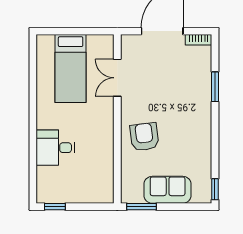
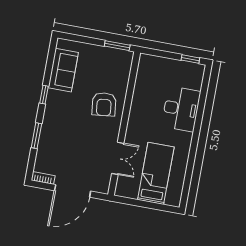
desk: (55, 148) -> (181, 109), width x1.37
window: (215, 189) -> (44, 95), moved
sofa: (168, 190) -> (63, 70), moved, turned -90

